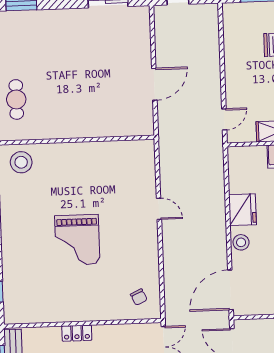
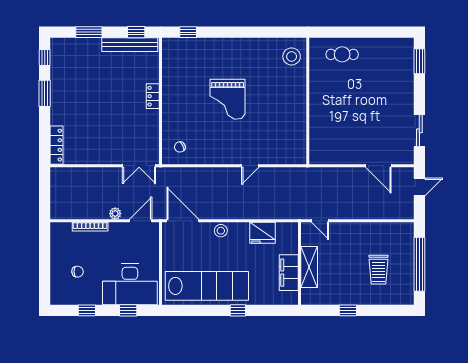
door: (154, 84) -> (378, 166), moved
fridge: (242, 210) -> (263, 233), moved
grand piano: (77, 240) -> (228, 99), turned -90

